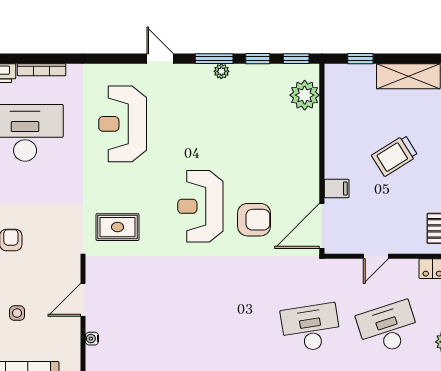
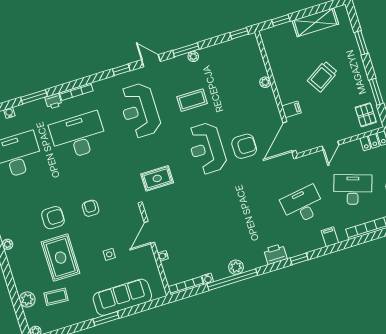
window: (258, 59) -> (121, 70), moved
plant: (305, 95) -> (265, 82), moved, width x0.53, depth x0.53
coffee table: (201, 132) -> (192, 100), added
desk: (388, 328) -> (353, 189), turned 36

